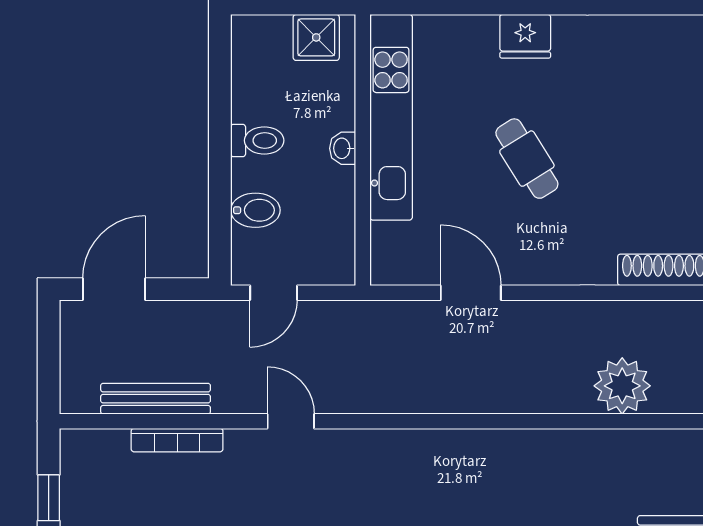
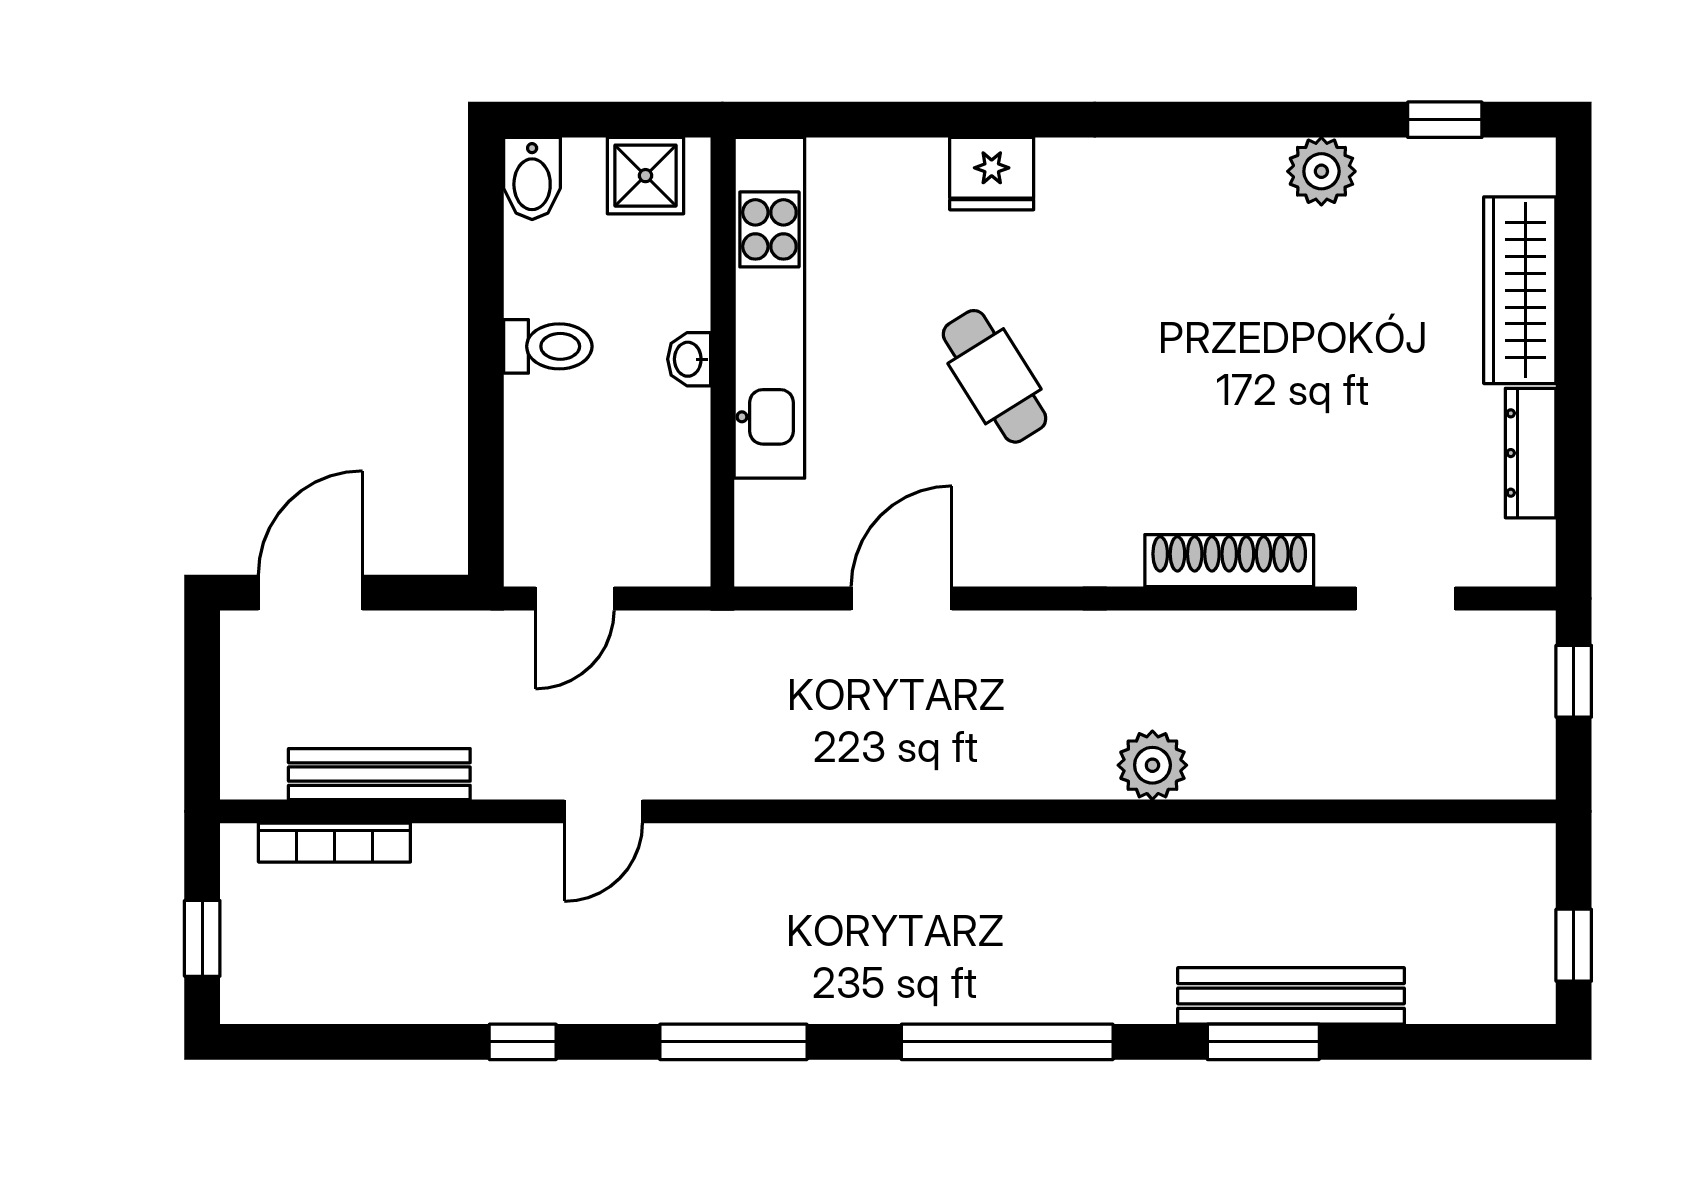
bidet: (255, 210) -> (532, 179), moved, turned 90
door: (471, 293) -> (901, 599), hinge flipped
plant: (622, 386) -> (1152, 765), width x0.73, depth x0.73
door: (291, 421) -> (603, 811), swing flipped
bookcase: (177, 440) -> (334, 843), moved

